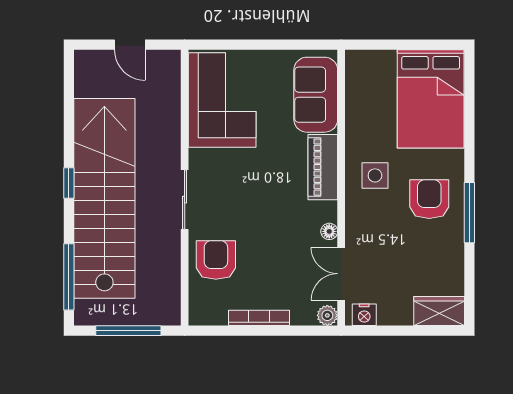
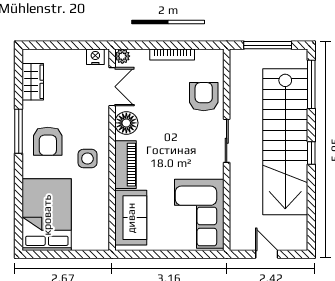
floor lamp: (329, 231) -> (126, 123), width x1.89, depth x1.89
armchair: (216, 260) -> (204, 97), turned 180
wardrobe: (439, 311) -> (33, 82), moved, turned -90

